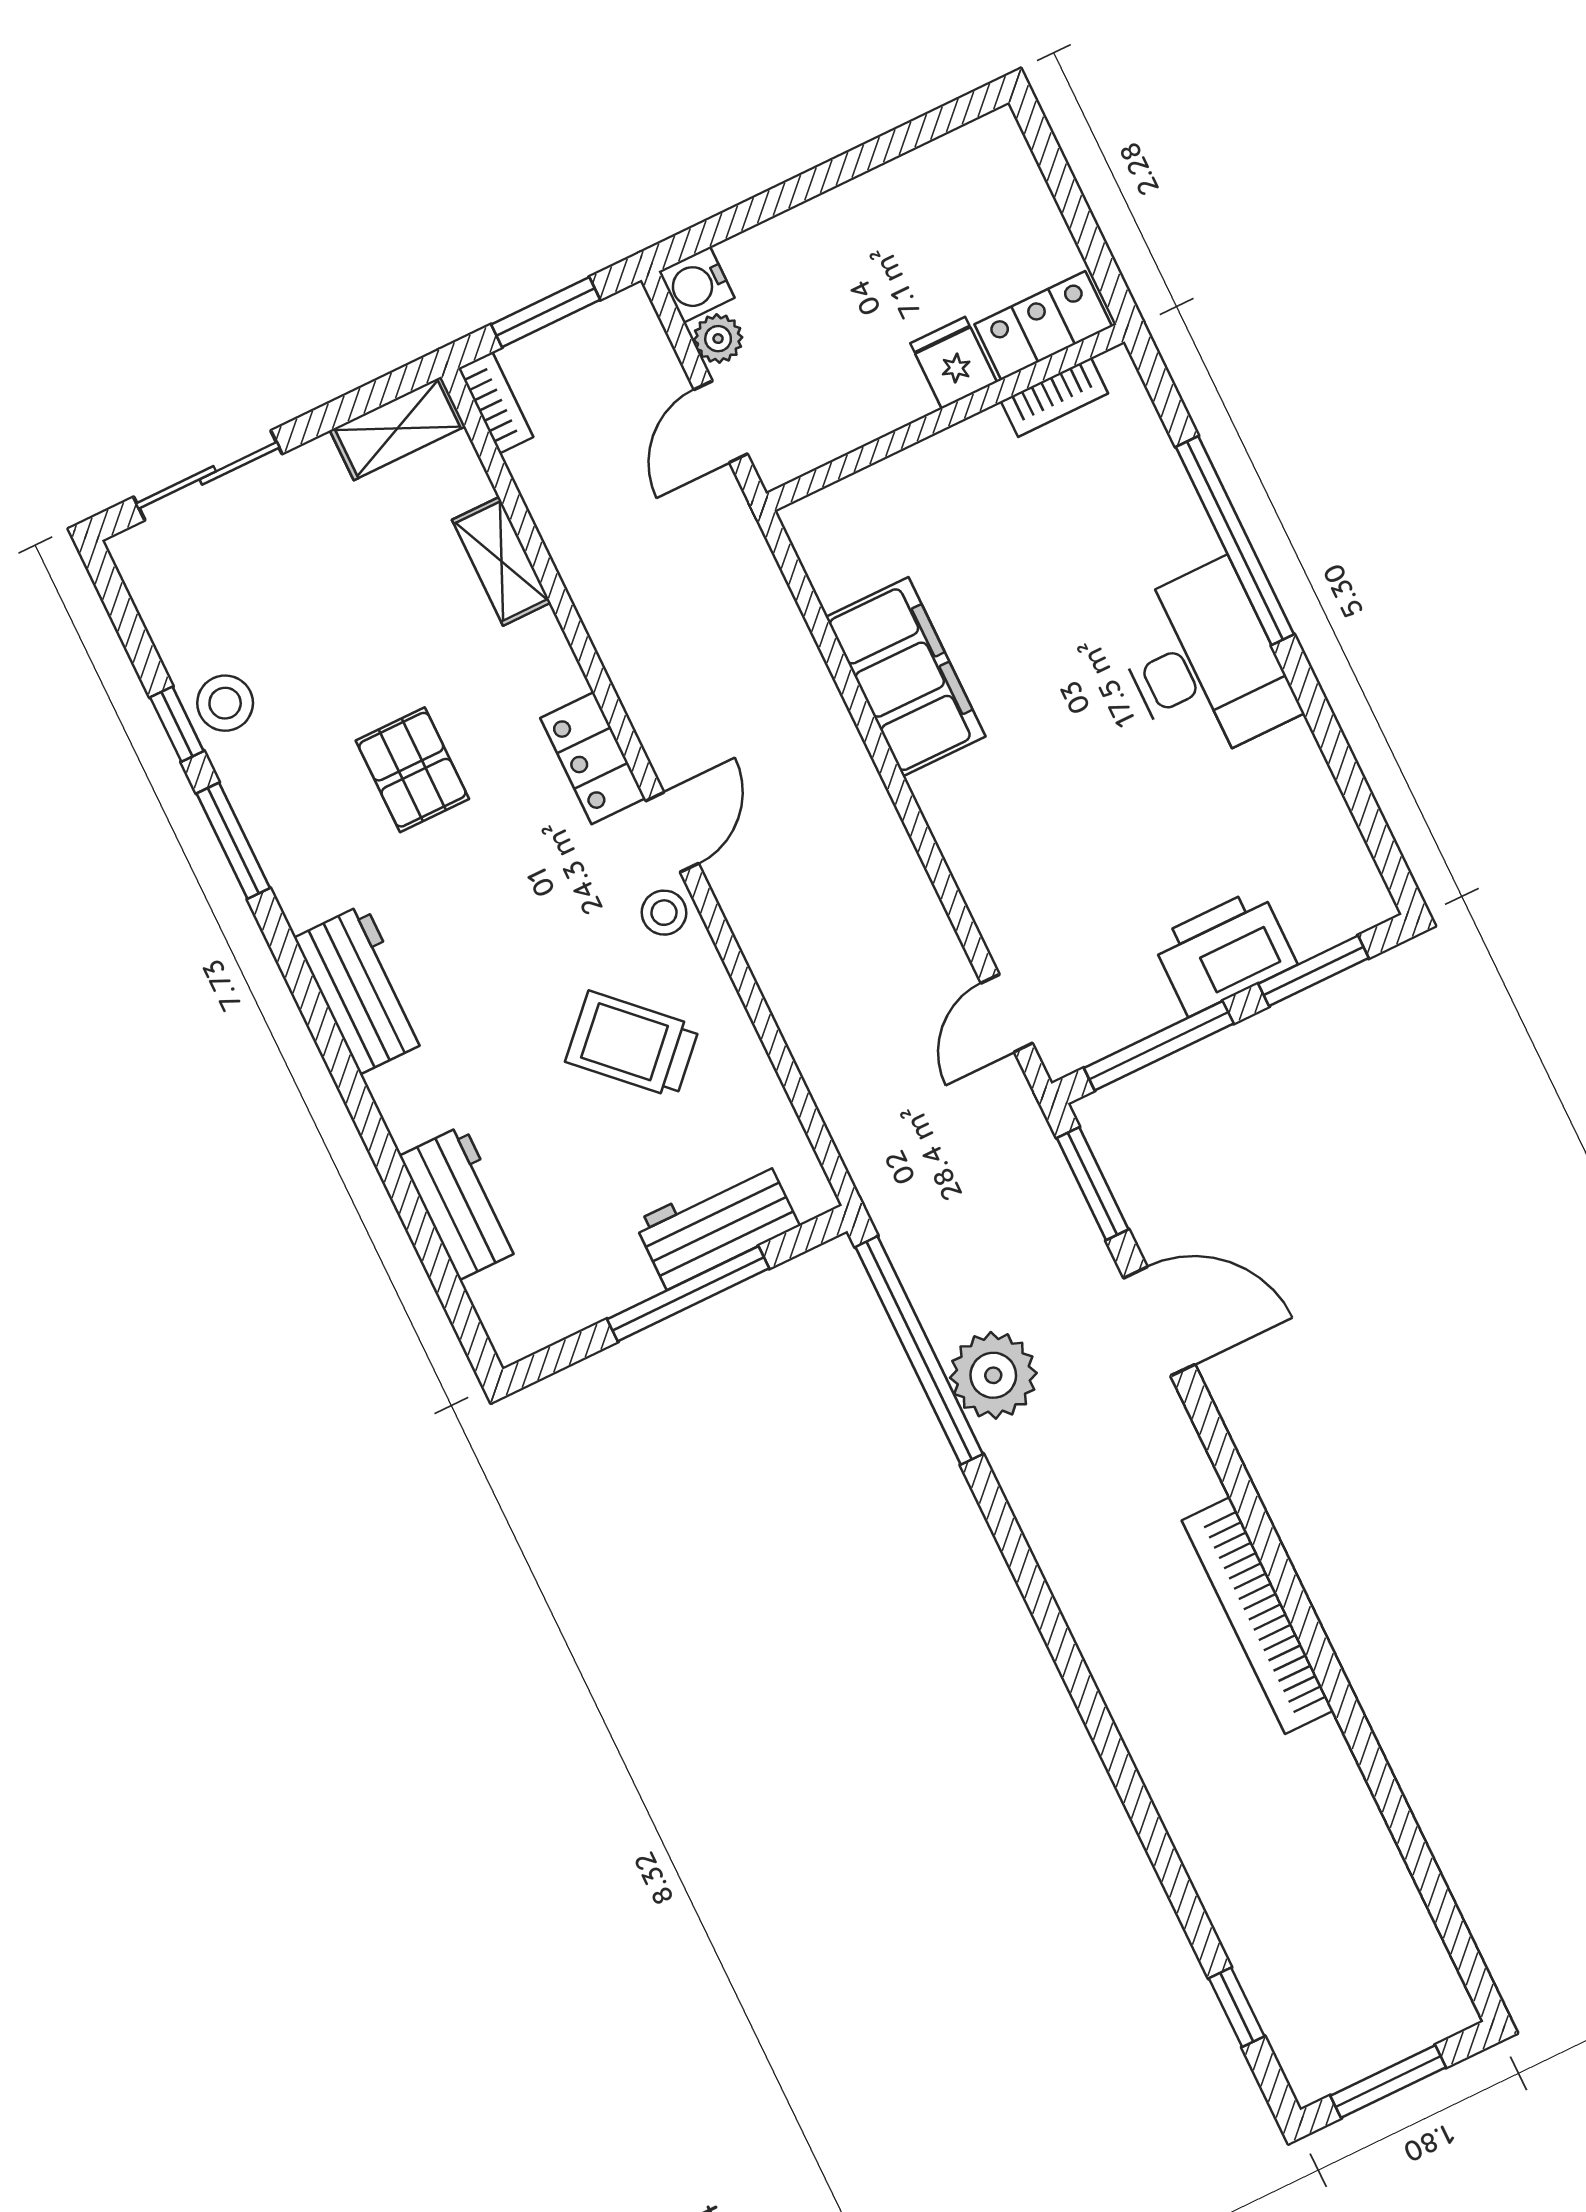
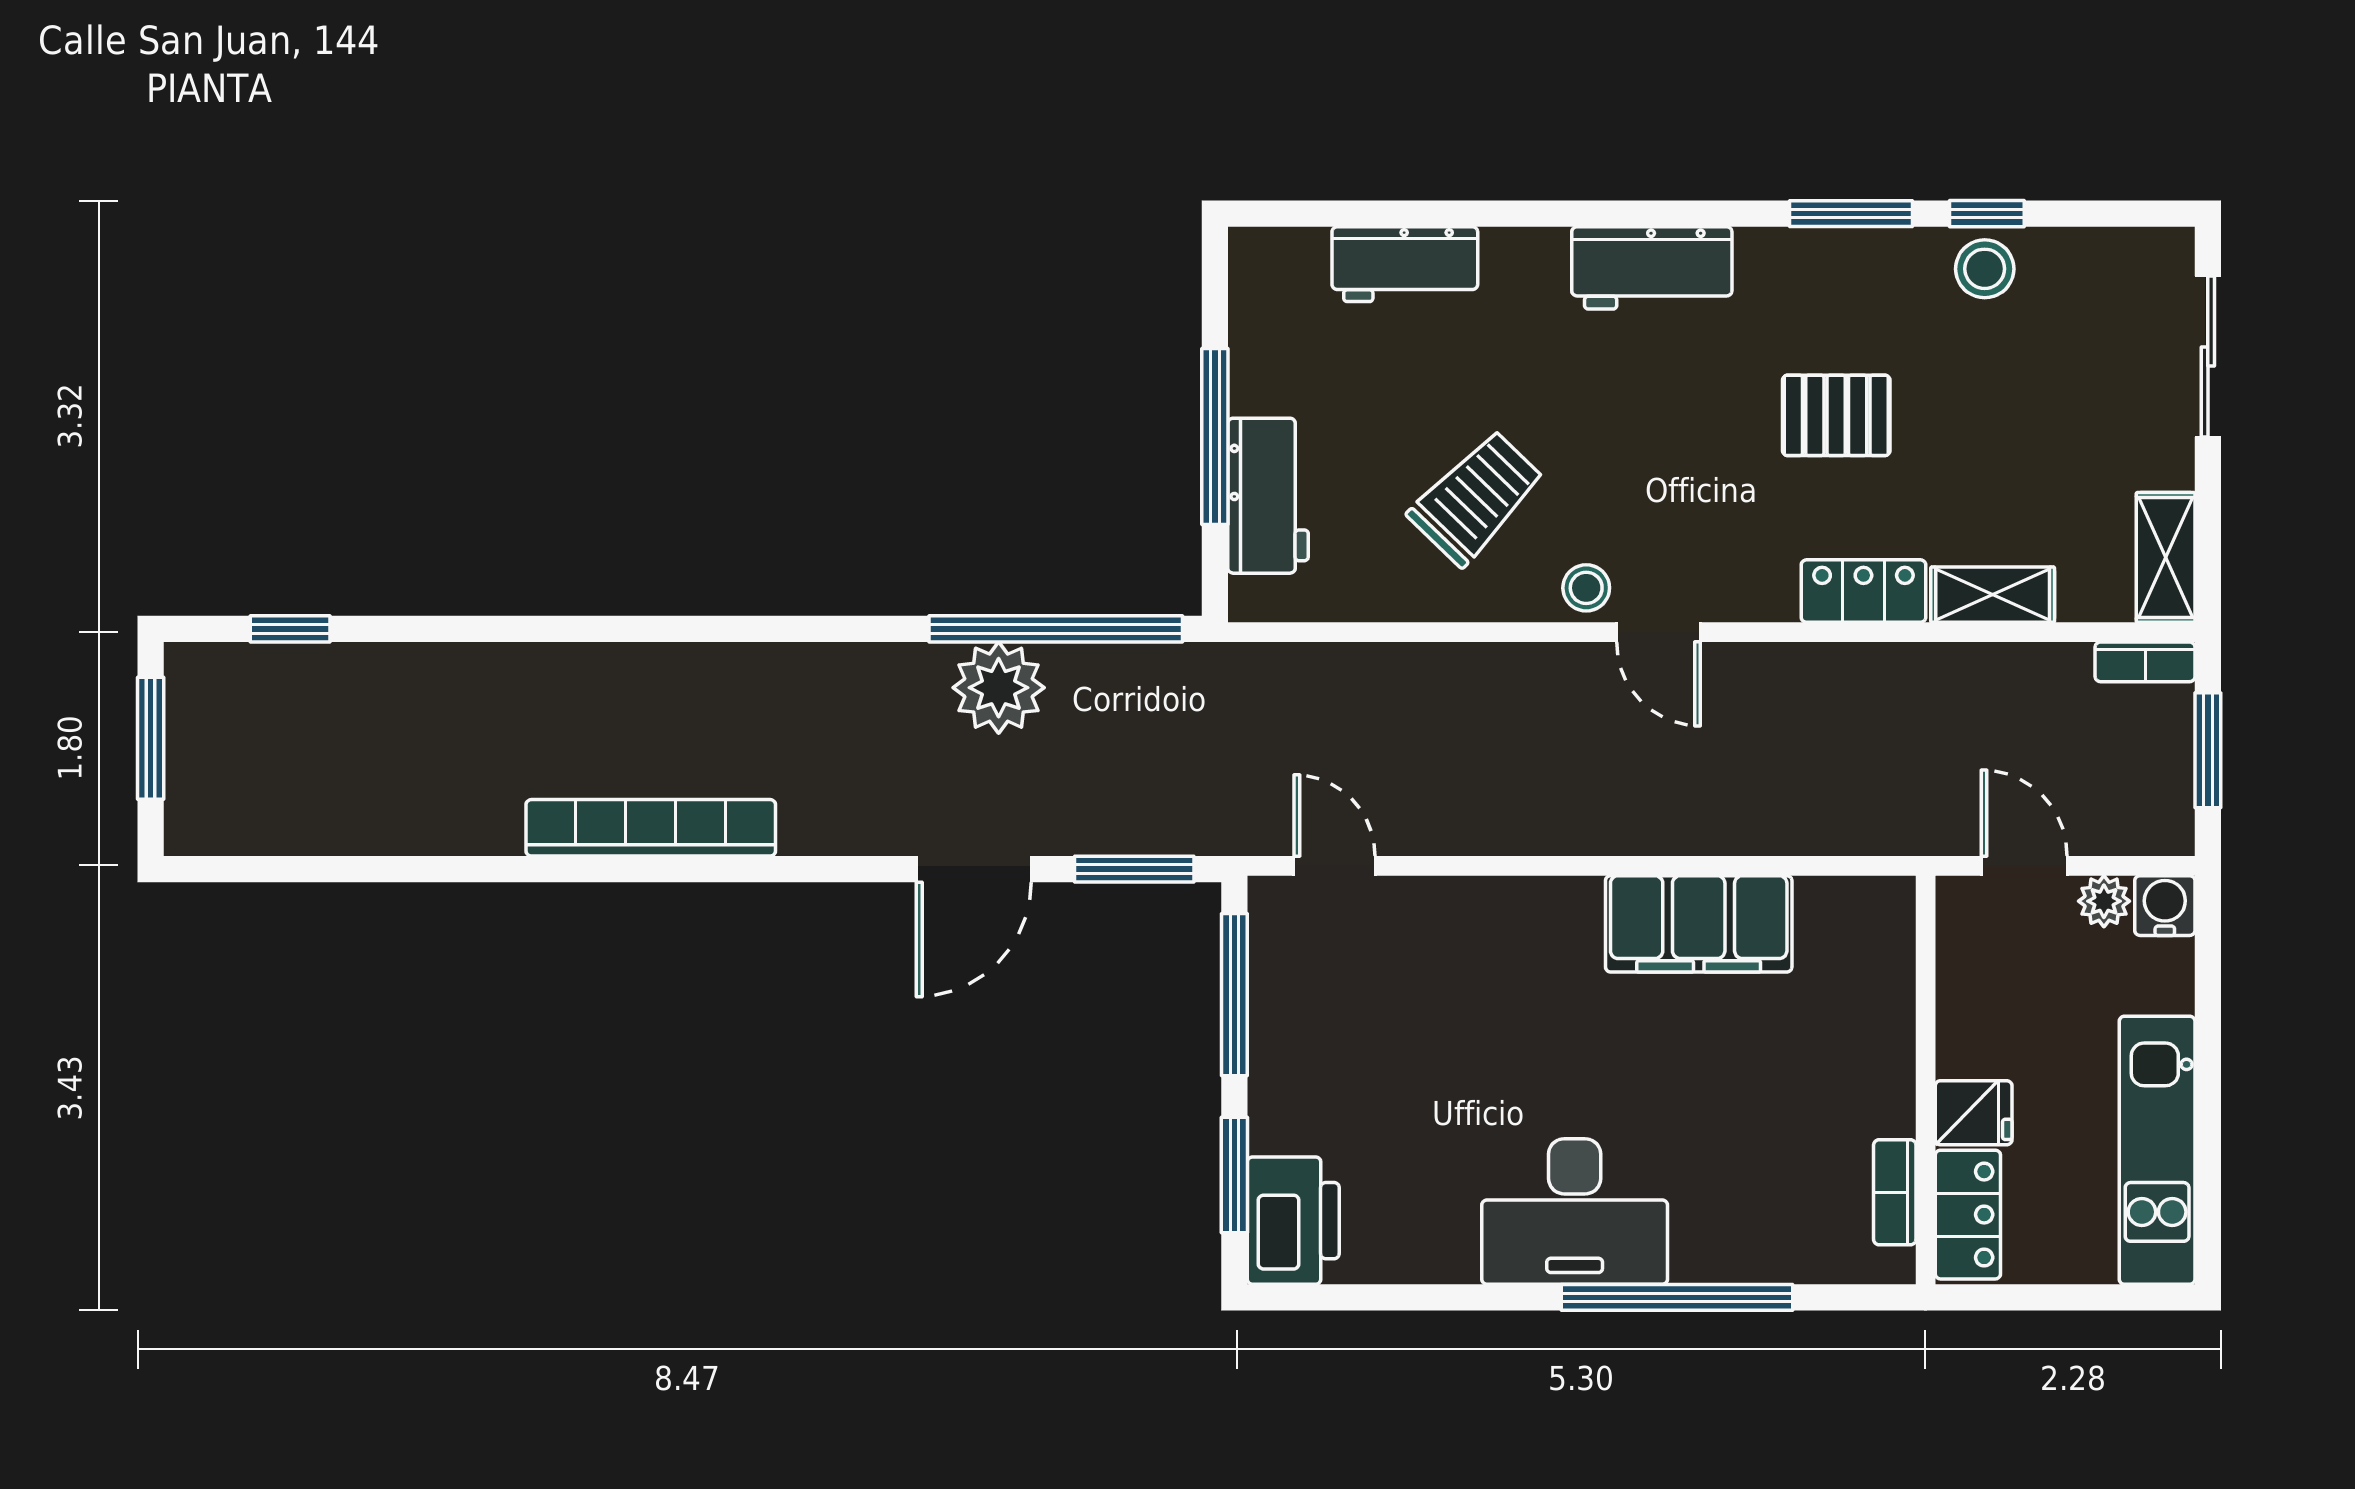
kitchen unit: (910, 190) -> (2157, 1150), added
locker: (593, 758) -> (1863, 591), moved
printer: (1224, 952) -> (1293, 1221), moved

